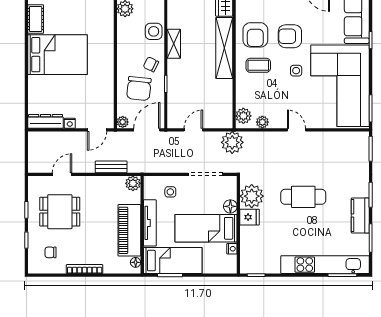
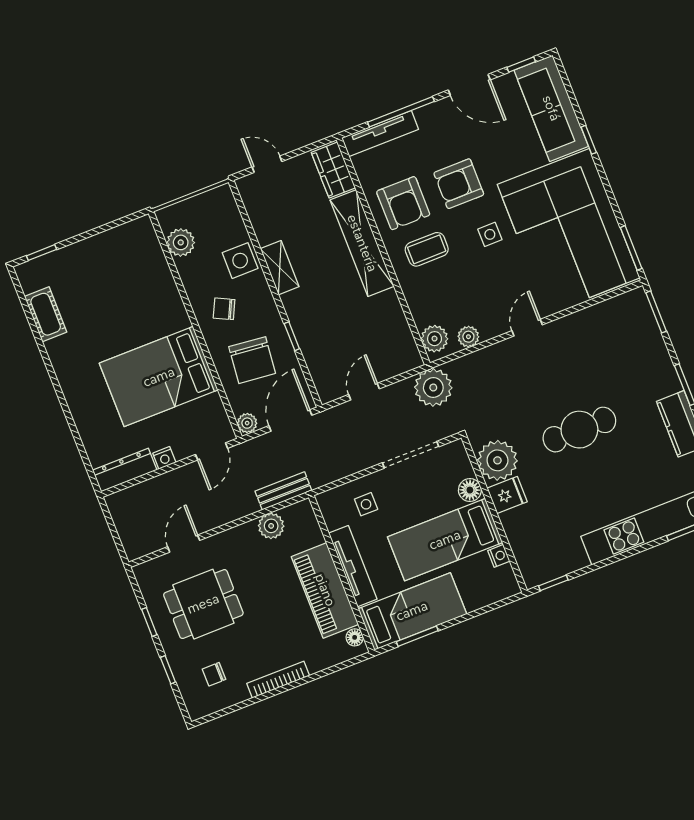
bed: (57, 55) -> (159, 377), moved, turned 180
chair: (151, 64) -> (224, 309), moved
door: (296, 130) -> (527, 328), hinge flipped
bench: (111, 167) -> (283, 491), moved
plant: (133, 183) -> (271, 526), moved

